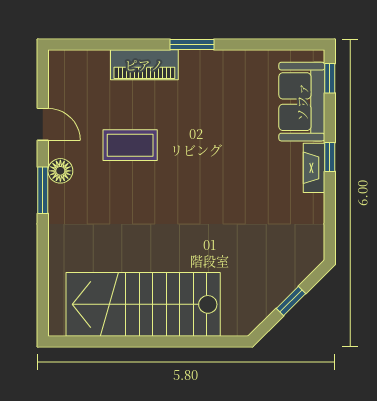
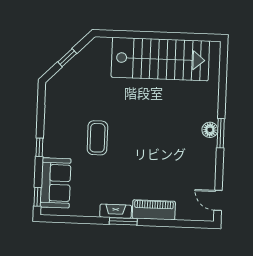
door: (43, 124) -> (218, 200), moved
coffee table: (130, 145) -> (97, 138), moved, turned 90
fireplace: (314, 168) -> (116, 211), moved, turned -90
floor lamp: (60, 171) -> (210, 130), moved

